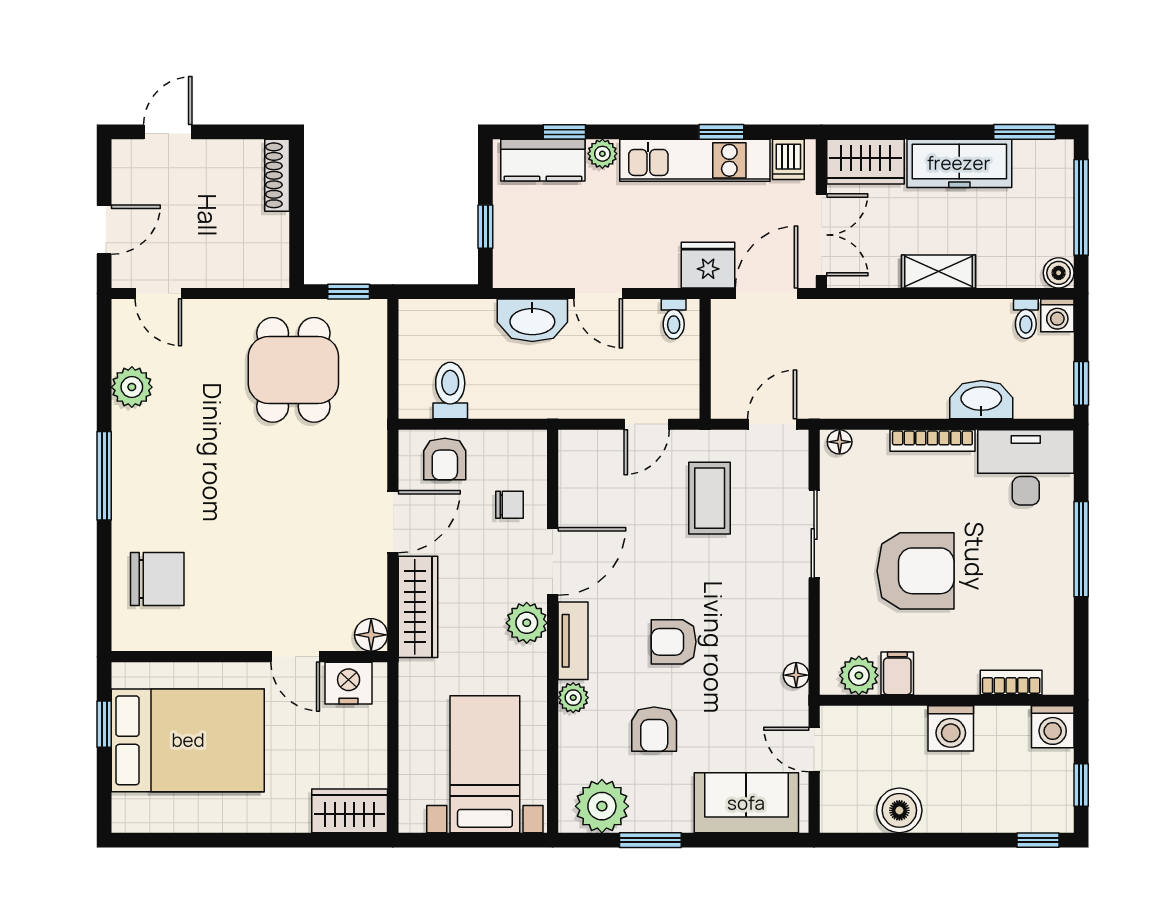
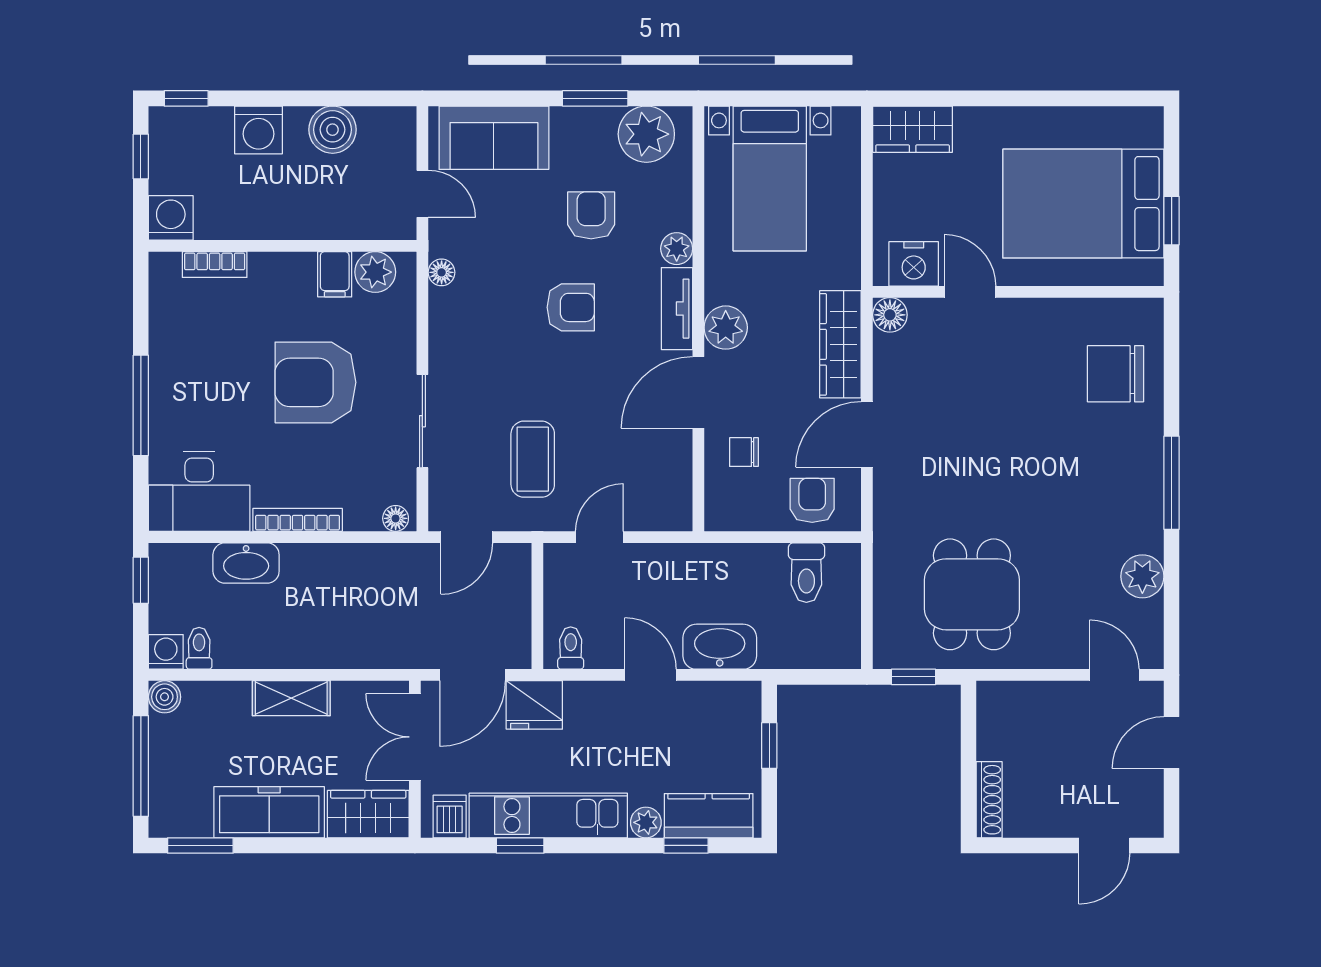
washing machine: (951, 728) -> (259, 130), moved, turned 180

